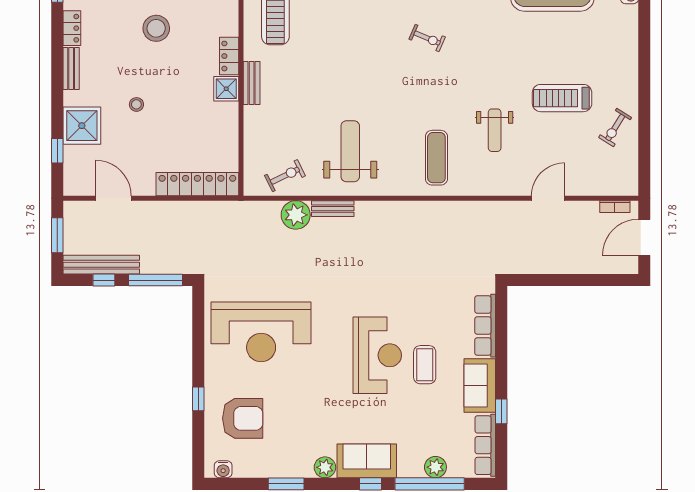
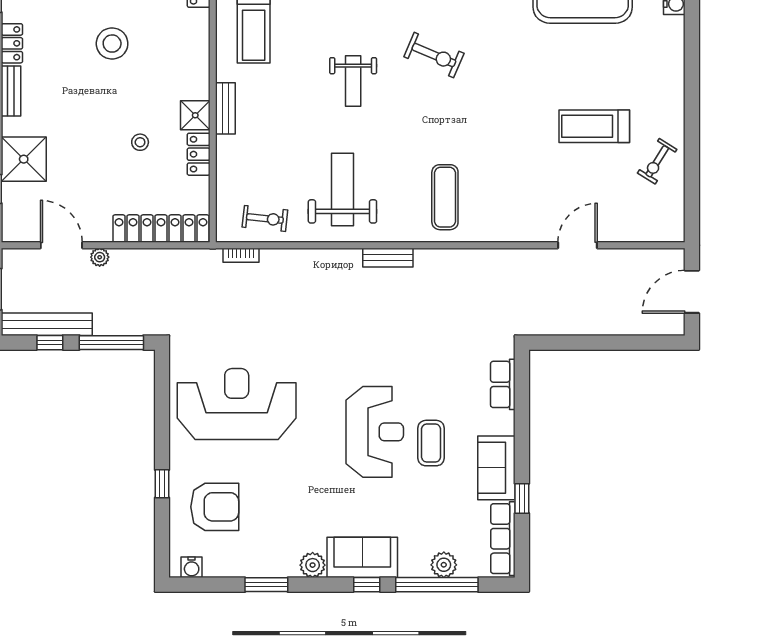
exercise bike: (427, 38) -> (434, 55), width x1.38, depth x1.39
locker: (229, 56) -> (199, 154), moved
stool: (136, 104) -> (140, 142), moved
weight bench: (495, 130) -> (353, 81), moved
exercise bike: (285, 176) -> (265, 218), turned 32
bookcase: (615, 207) -> (241, 255), moved
bench: (333, 209) -> (388, 258), moved
plant: (296, 215) -> (100, 257), moved, width x0.53, depth x0.53
row of seats: (485, 326) -> (503, 384), width x0.68
reception desk: (261, 332) -> (237, 404), turned 180

